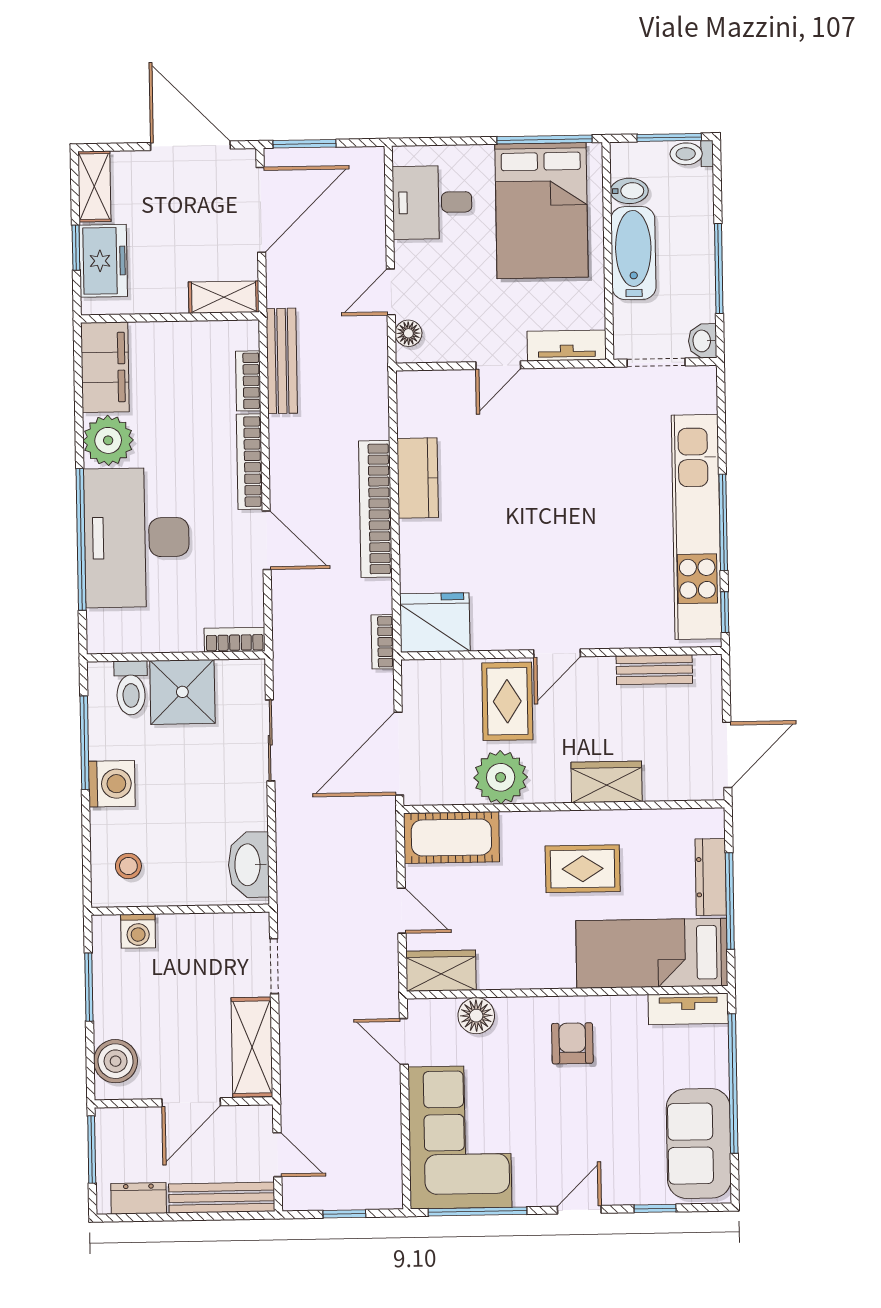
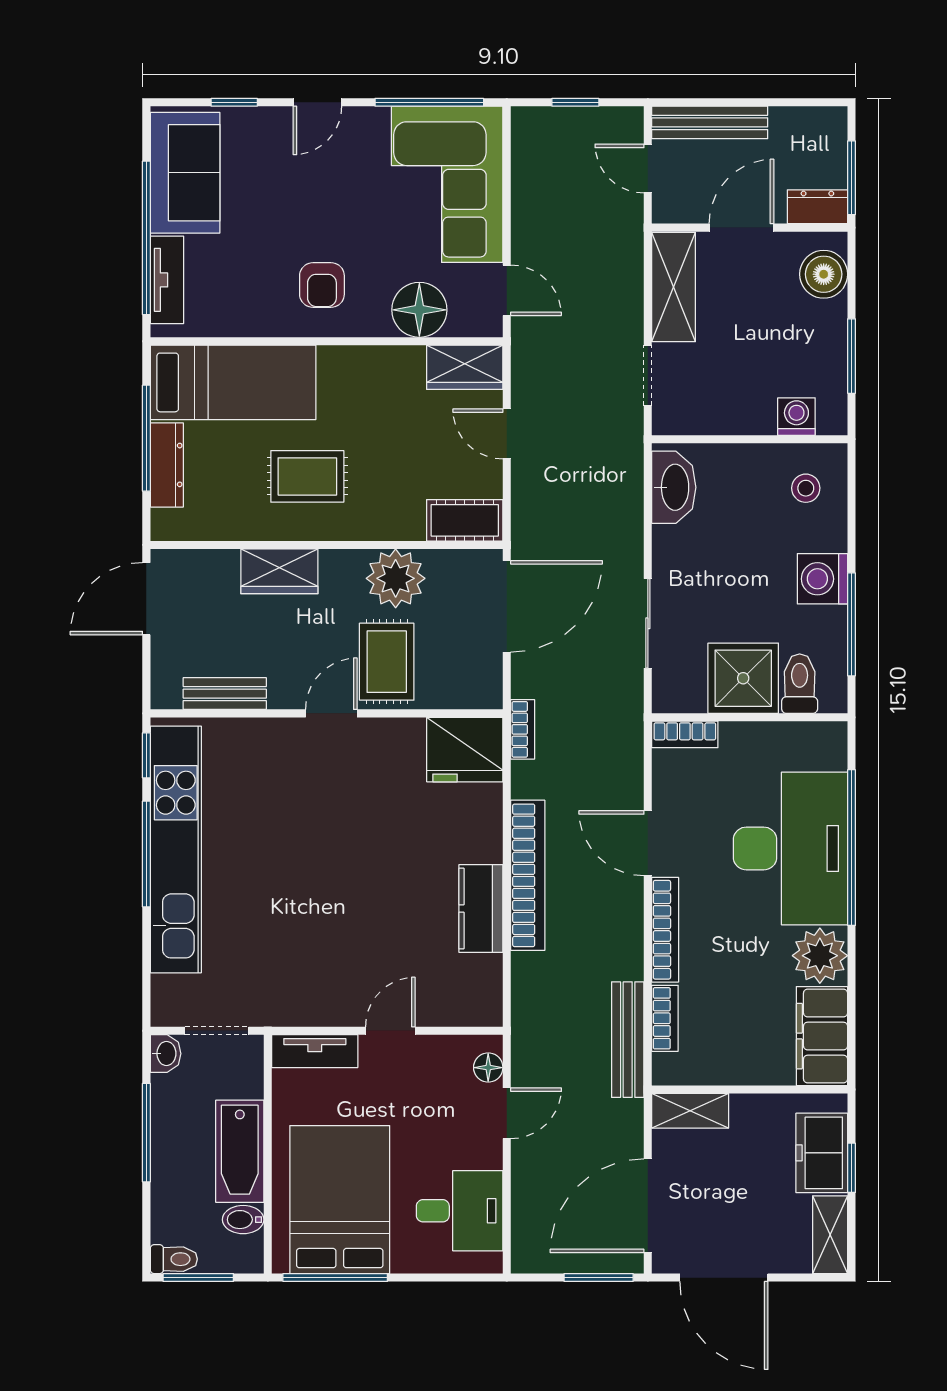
cot: (451, 837) -> (465, 520), width x0.73, depth x0.75
tv unit: (688, 1009) -> (167, 280), moved, turned 90
floor lamp: (476, 1016) -> (419, 310), width x1.38, depth x1.38
dresser: (139, 1198) -> (817, 207), moved, turned 180

